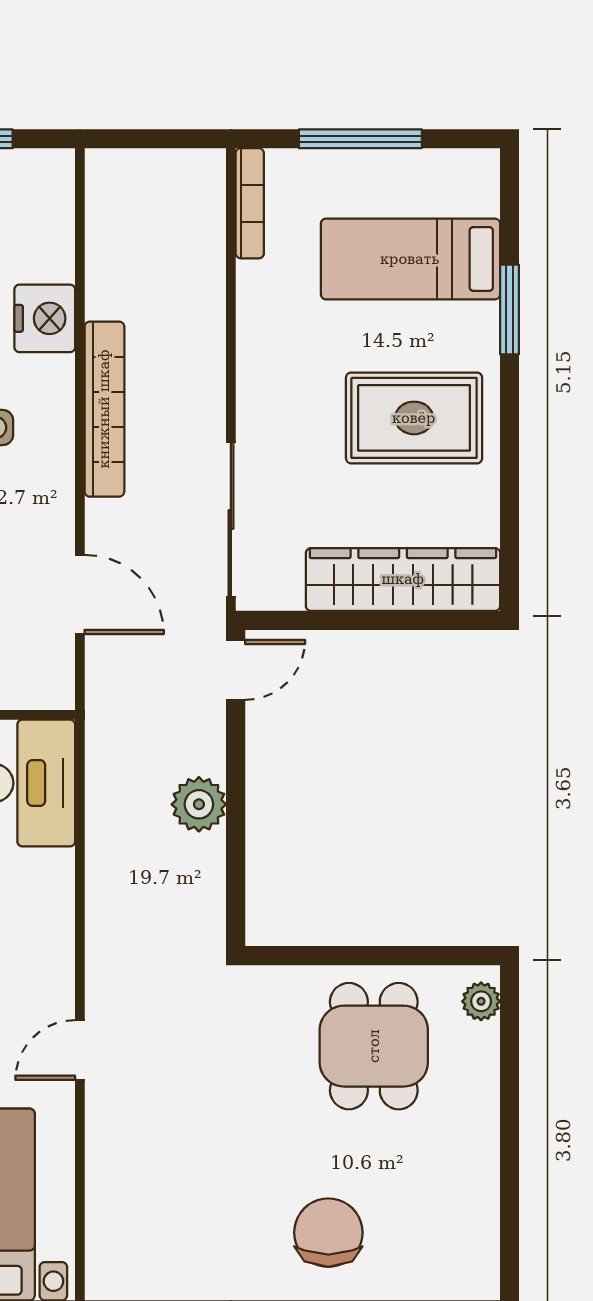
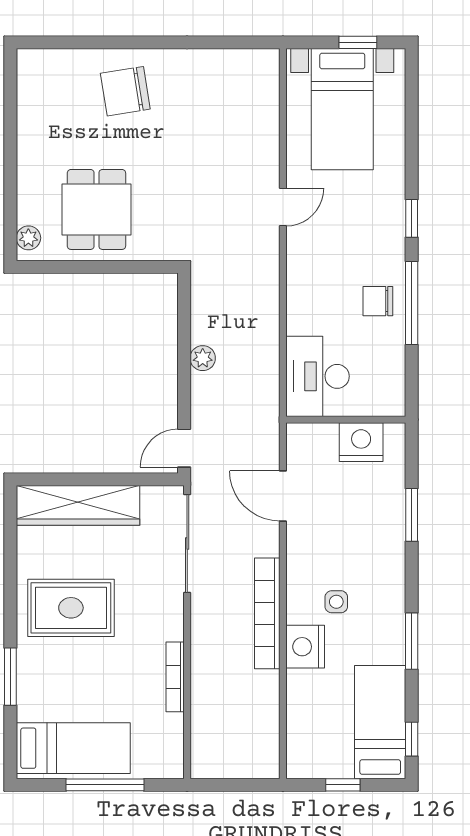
bookcase: (250, 203) -> (175, 677), moved
bed: (410, 259) -> (73, 748), moved
nightstand: (45, 318) -> (305, 647), moved
plant: (199, 804) -> (203, 358), width x0.73, depth x0.73
chair: (328, 1233) -> (125, 91), turned 81

